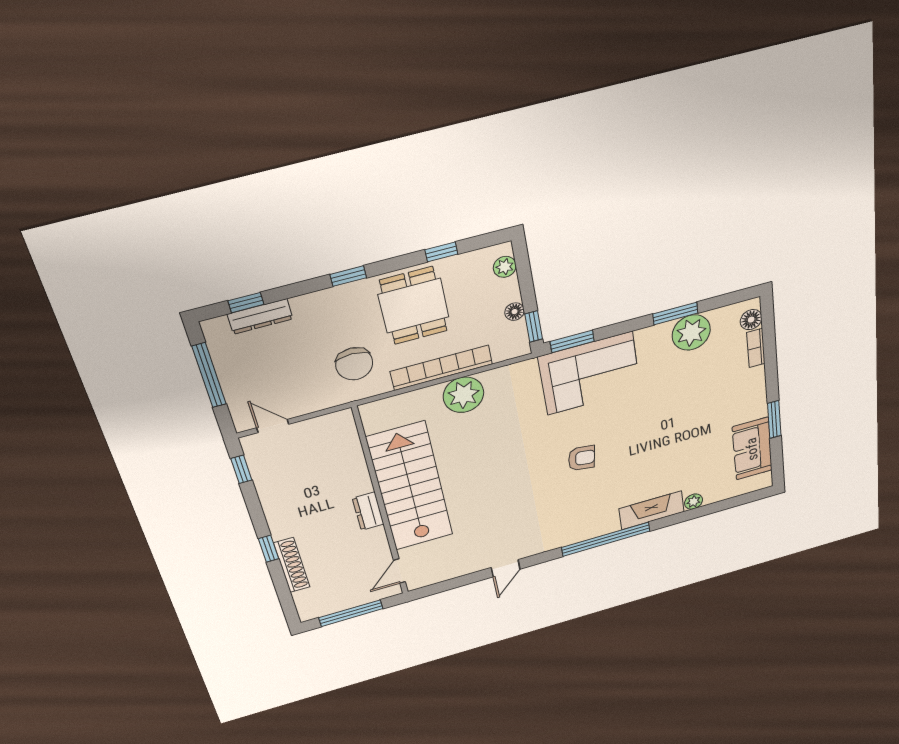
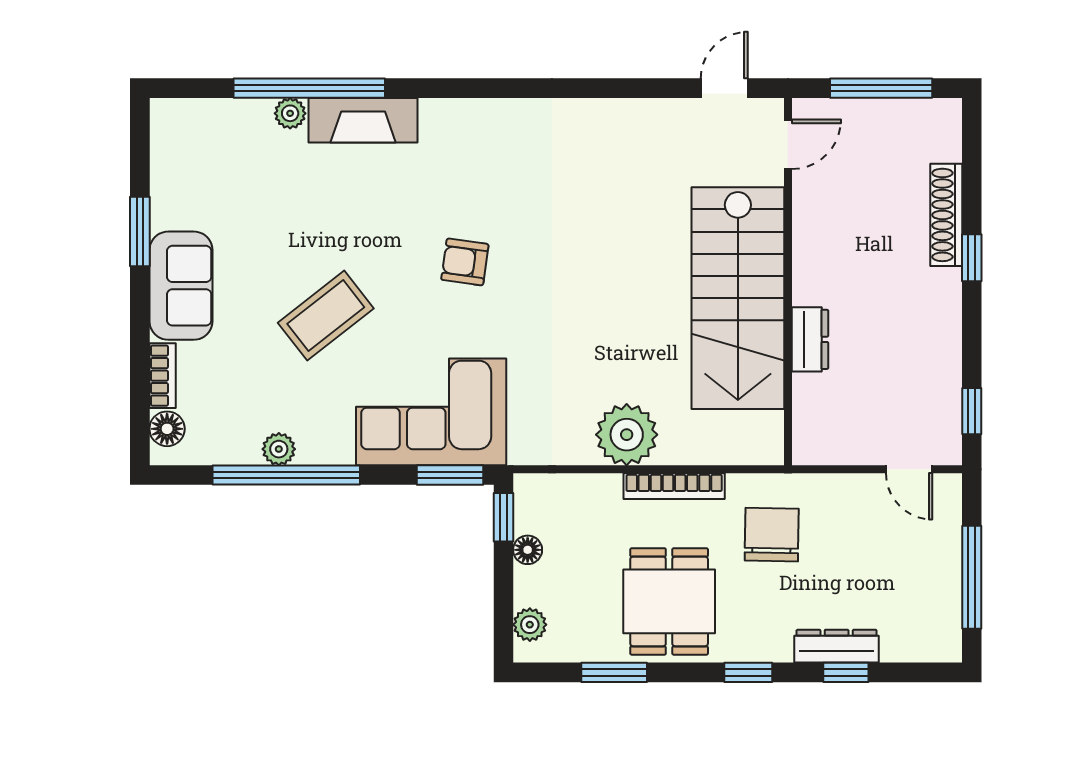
window: (441, 252) -> (614, 672), width x1.50
window: (246, 303) -> (846, 672), moved
window: (675, 314) -> (286, 475), width x2.11
dresser: (260, 317) -> (837, 646), moved
plant: (691, 333) -> (279, 449), width x0.53, depth x0.53
bookcase: (441, 368) -> (674, 486), width x0.68, depth x0.76
coffee table: (661, 407) -> (326, 316), added
sofa: (752, 449) -> (181, 286), moved
dresser: (368, 511) -> (810, 339), moved
window: (606, 539) -> (309, 88), moved
door: (506, 568) -> (724, 88), moved

